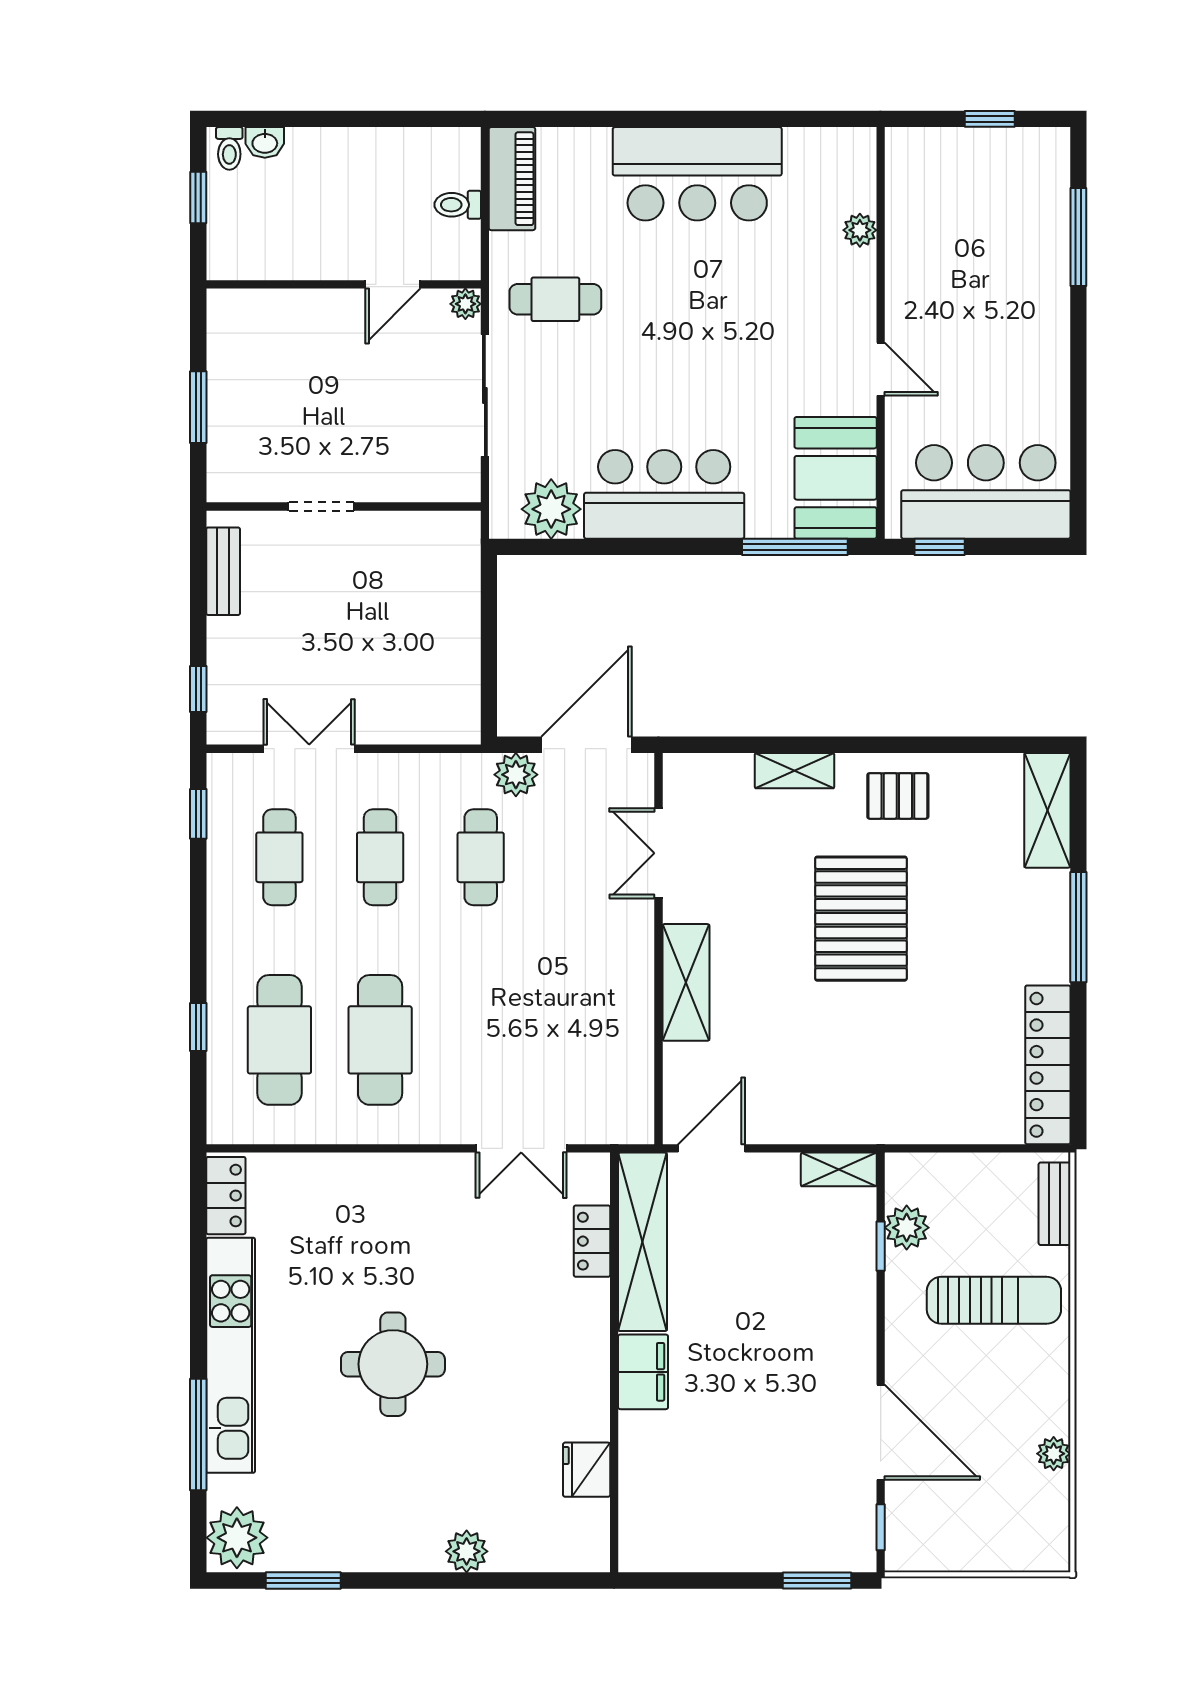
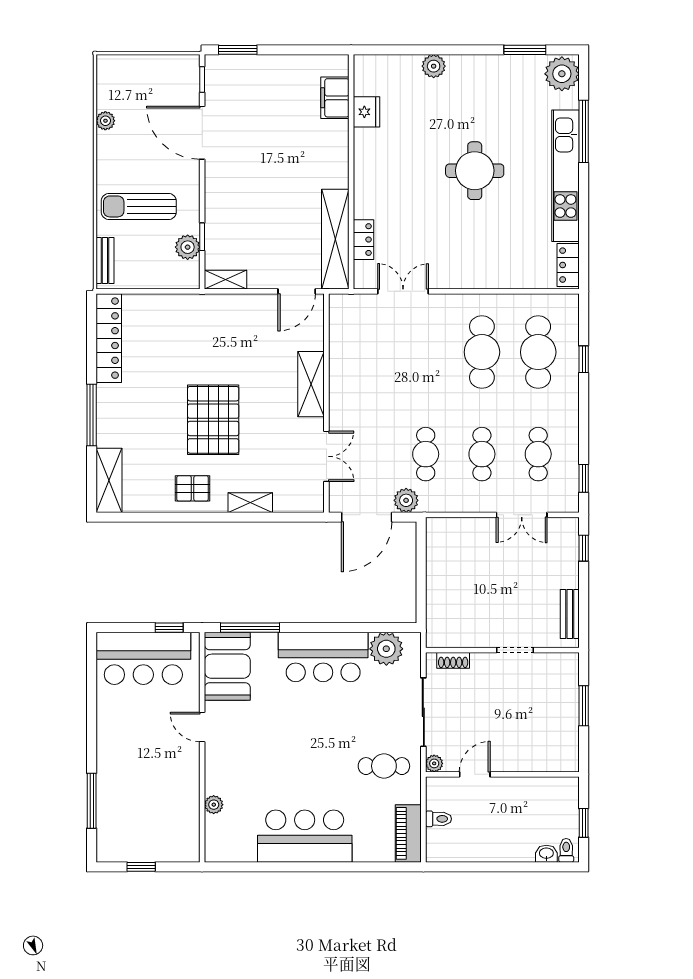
shoe rack: (432, 488) -> (453, 660), added
filing cabinet: (643, 1372) -> (335, 98), moved

